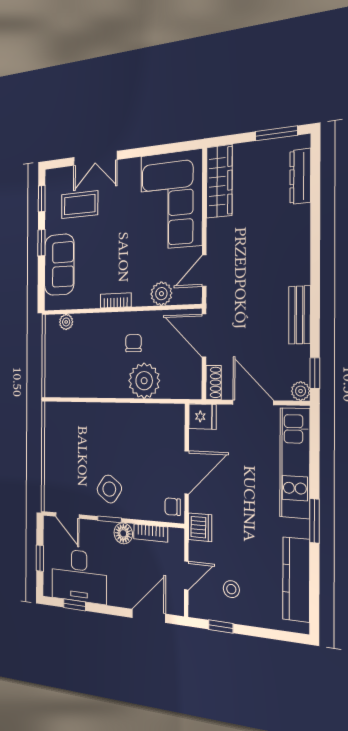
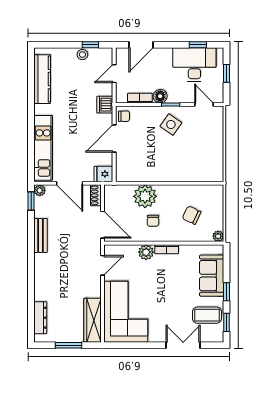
window: (276, 133) -> (68, 345), moved
coffee table: (80, 205) -> (207, 315), moved
plant: (161, 294) -> (146, 252), moved
plant: (66, 322) -> (218, 236), moved
chair: (83, 353) -> (192, 215), added
window: (314, 521) -> (31, 114), removed
stool: (231, 589) -> (82, 55), moved

